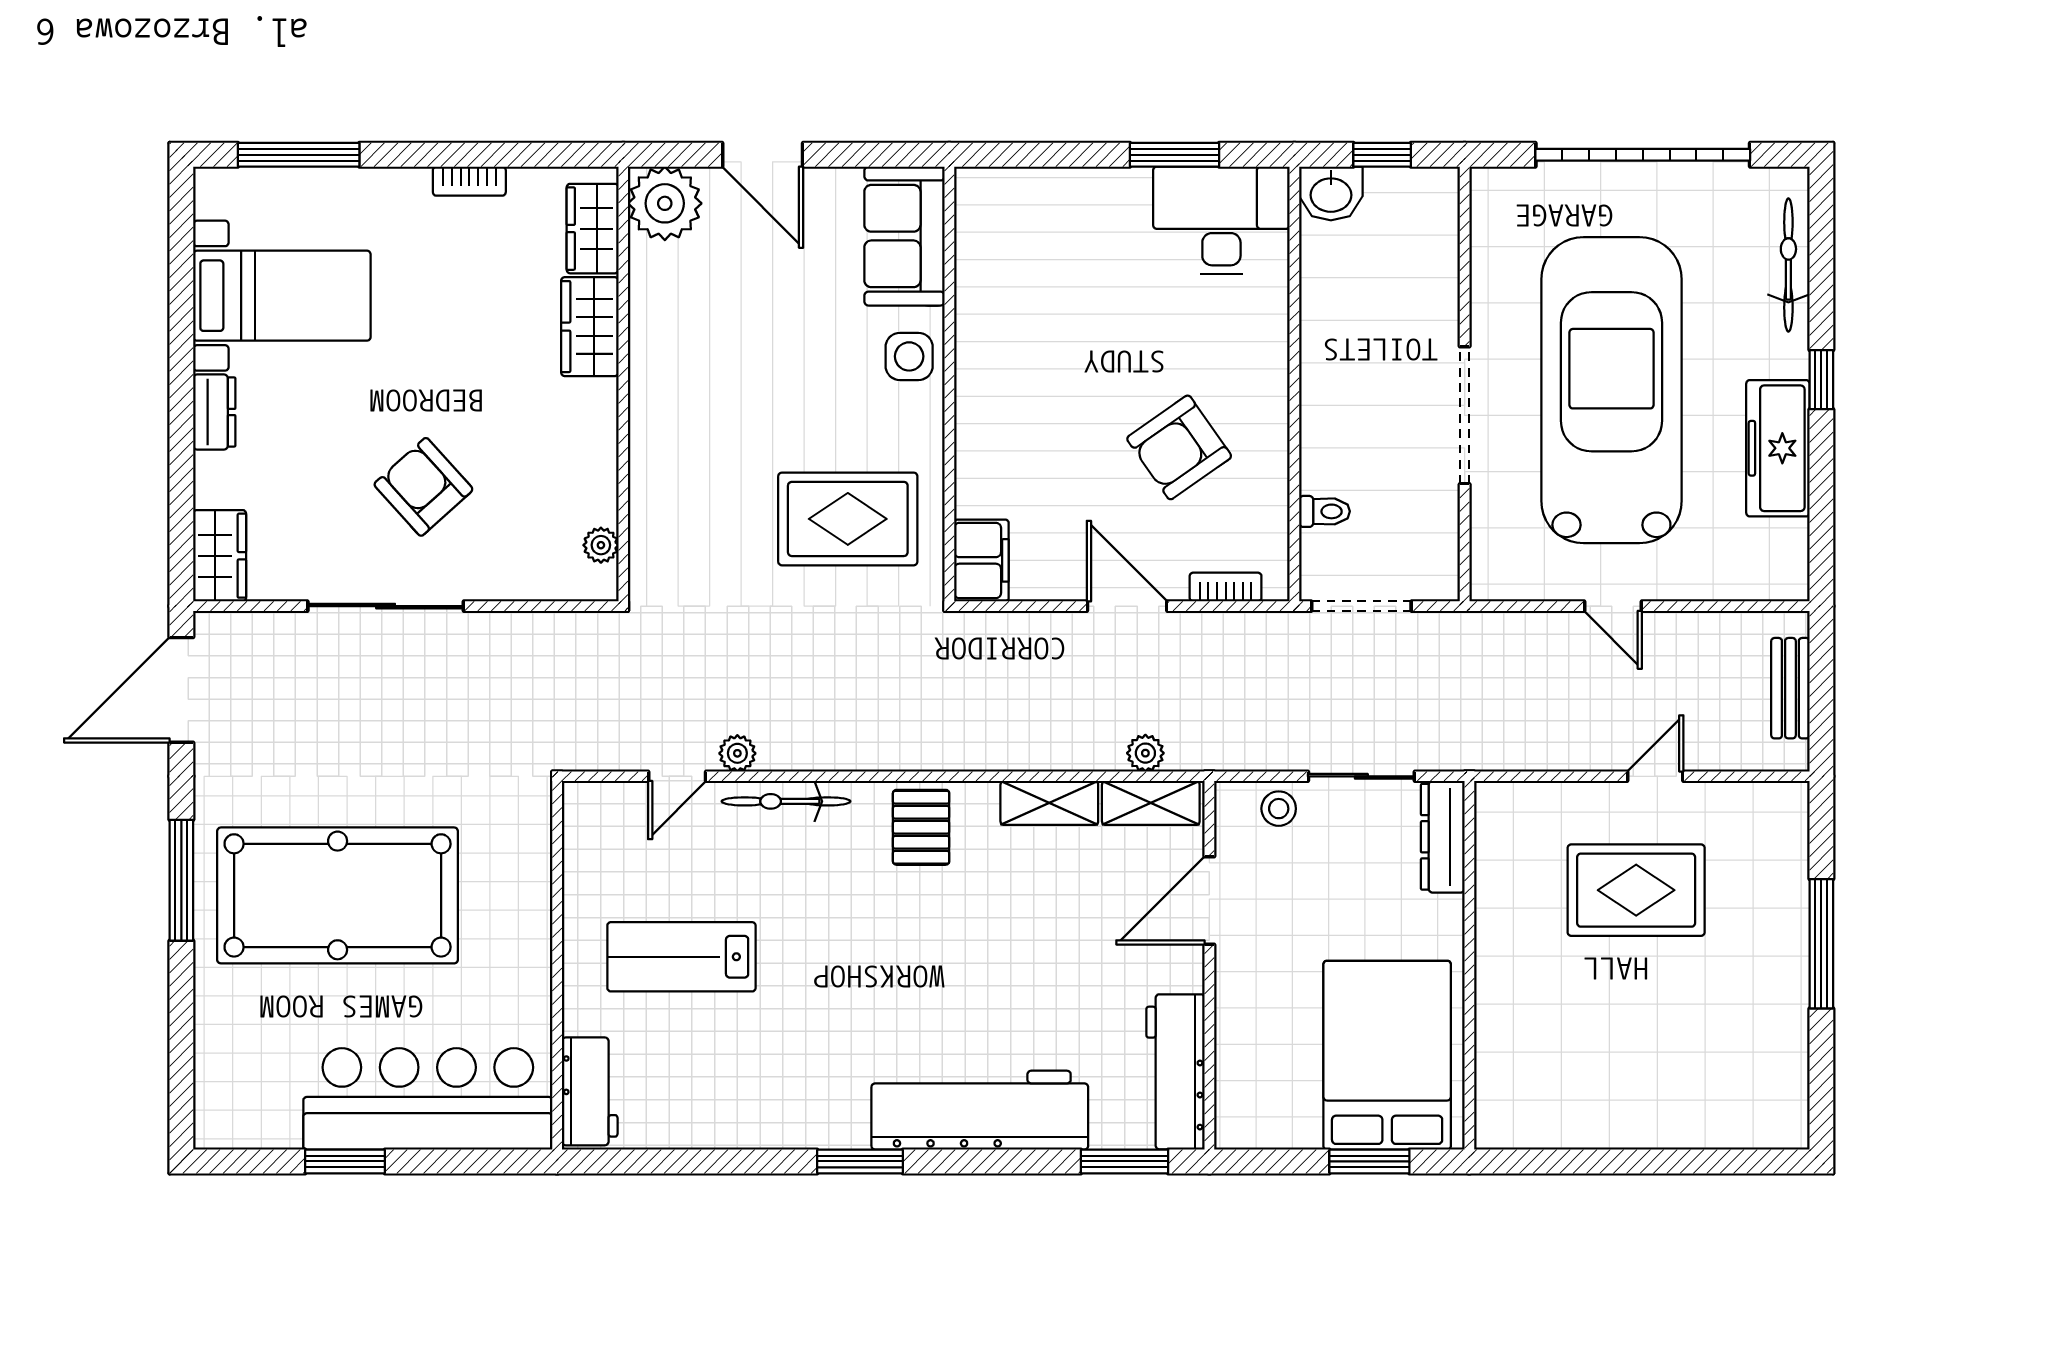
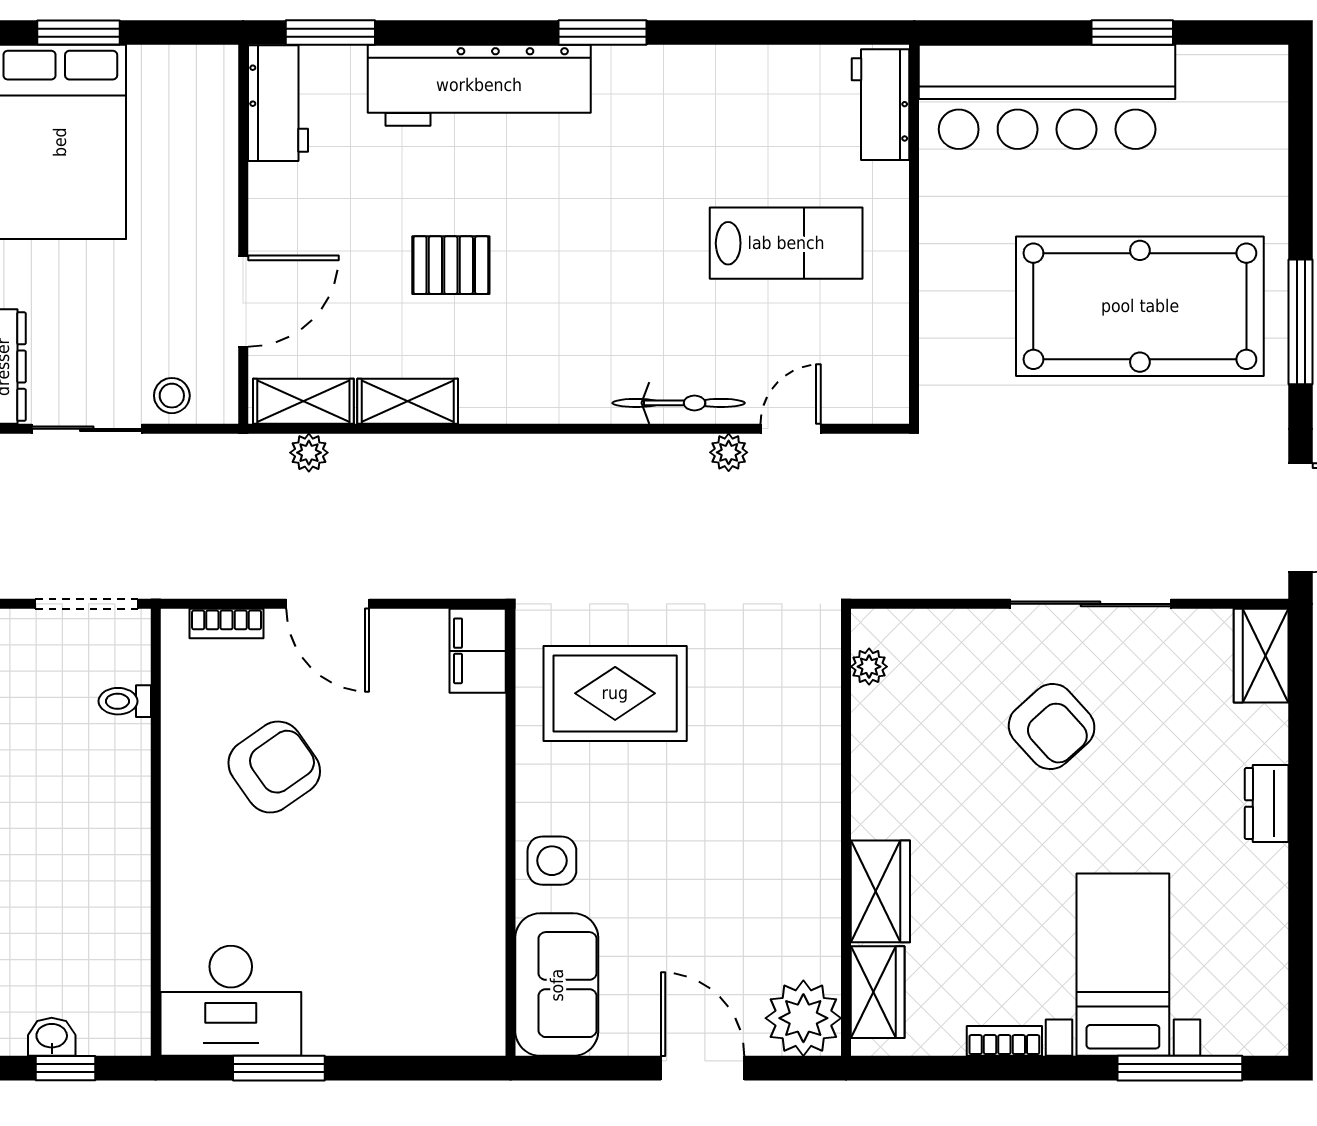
washbasin: (1331, 193) -> (52, 1037), moved, width x0.72, depth x0.69
bed with nightstands: (282, 296) -> (1123, 965), moved, turned 90
pallet: (921, 827) -> (451, 265), moved, turned 90
workbench: (1175, 1072) -> (278, 103), width x0.73

